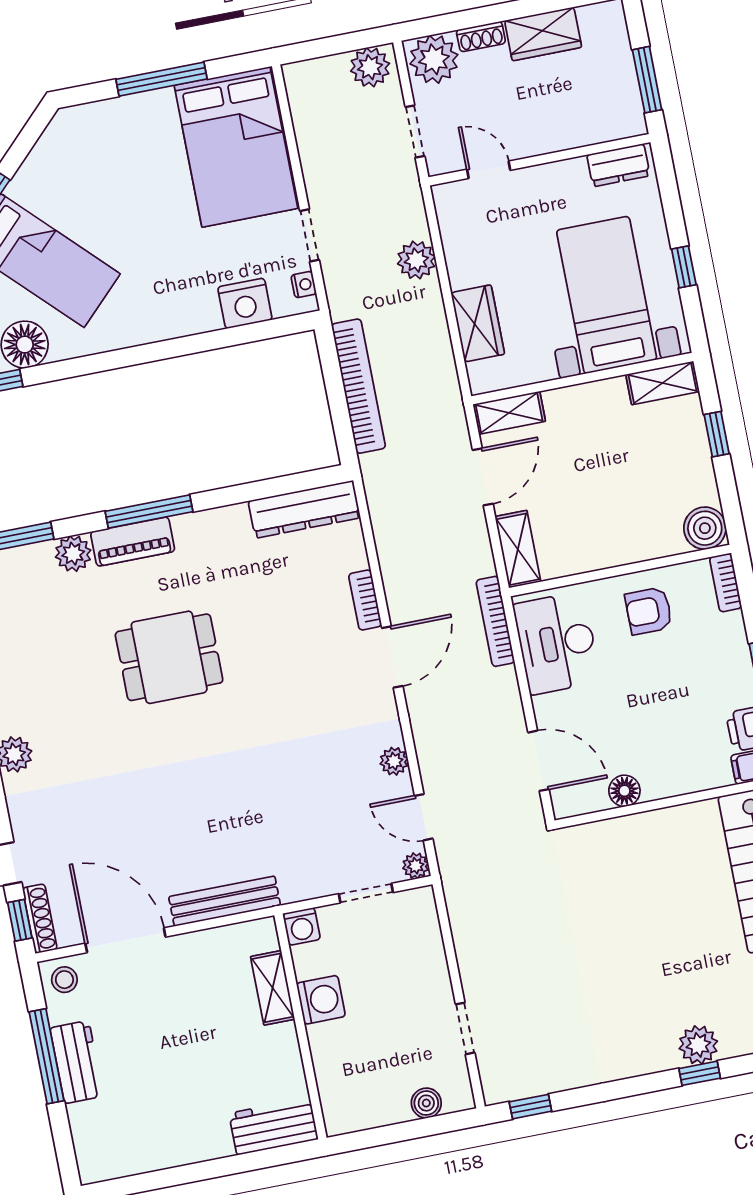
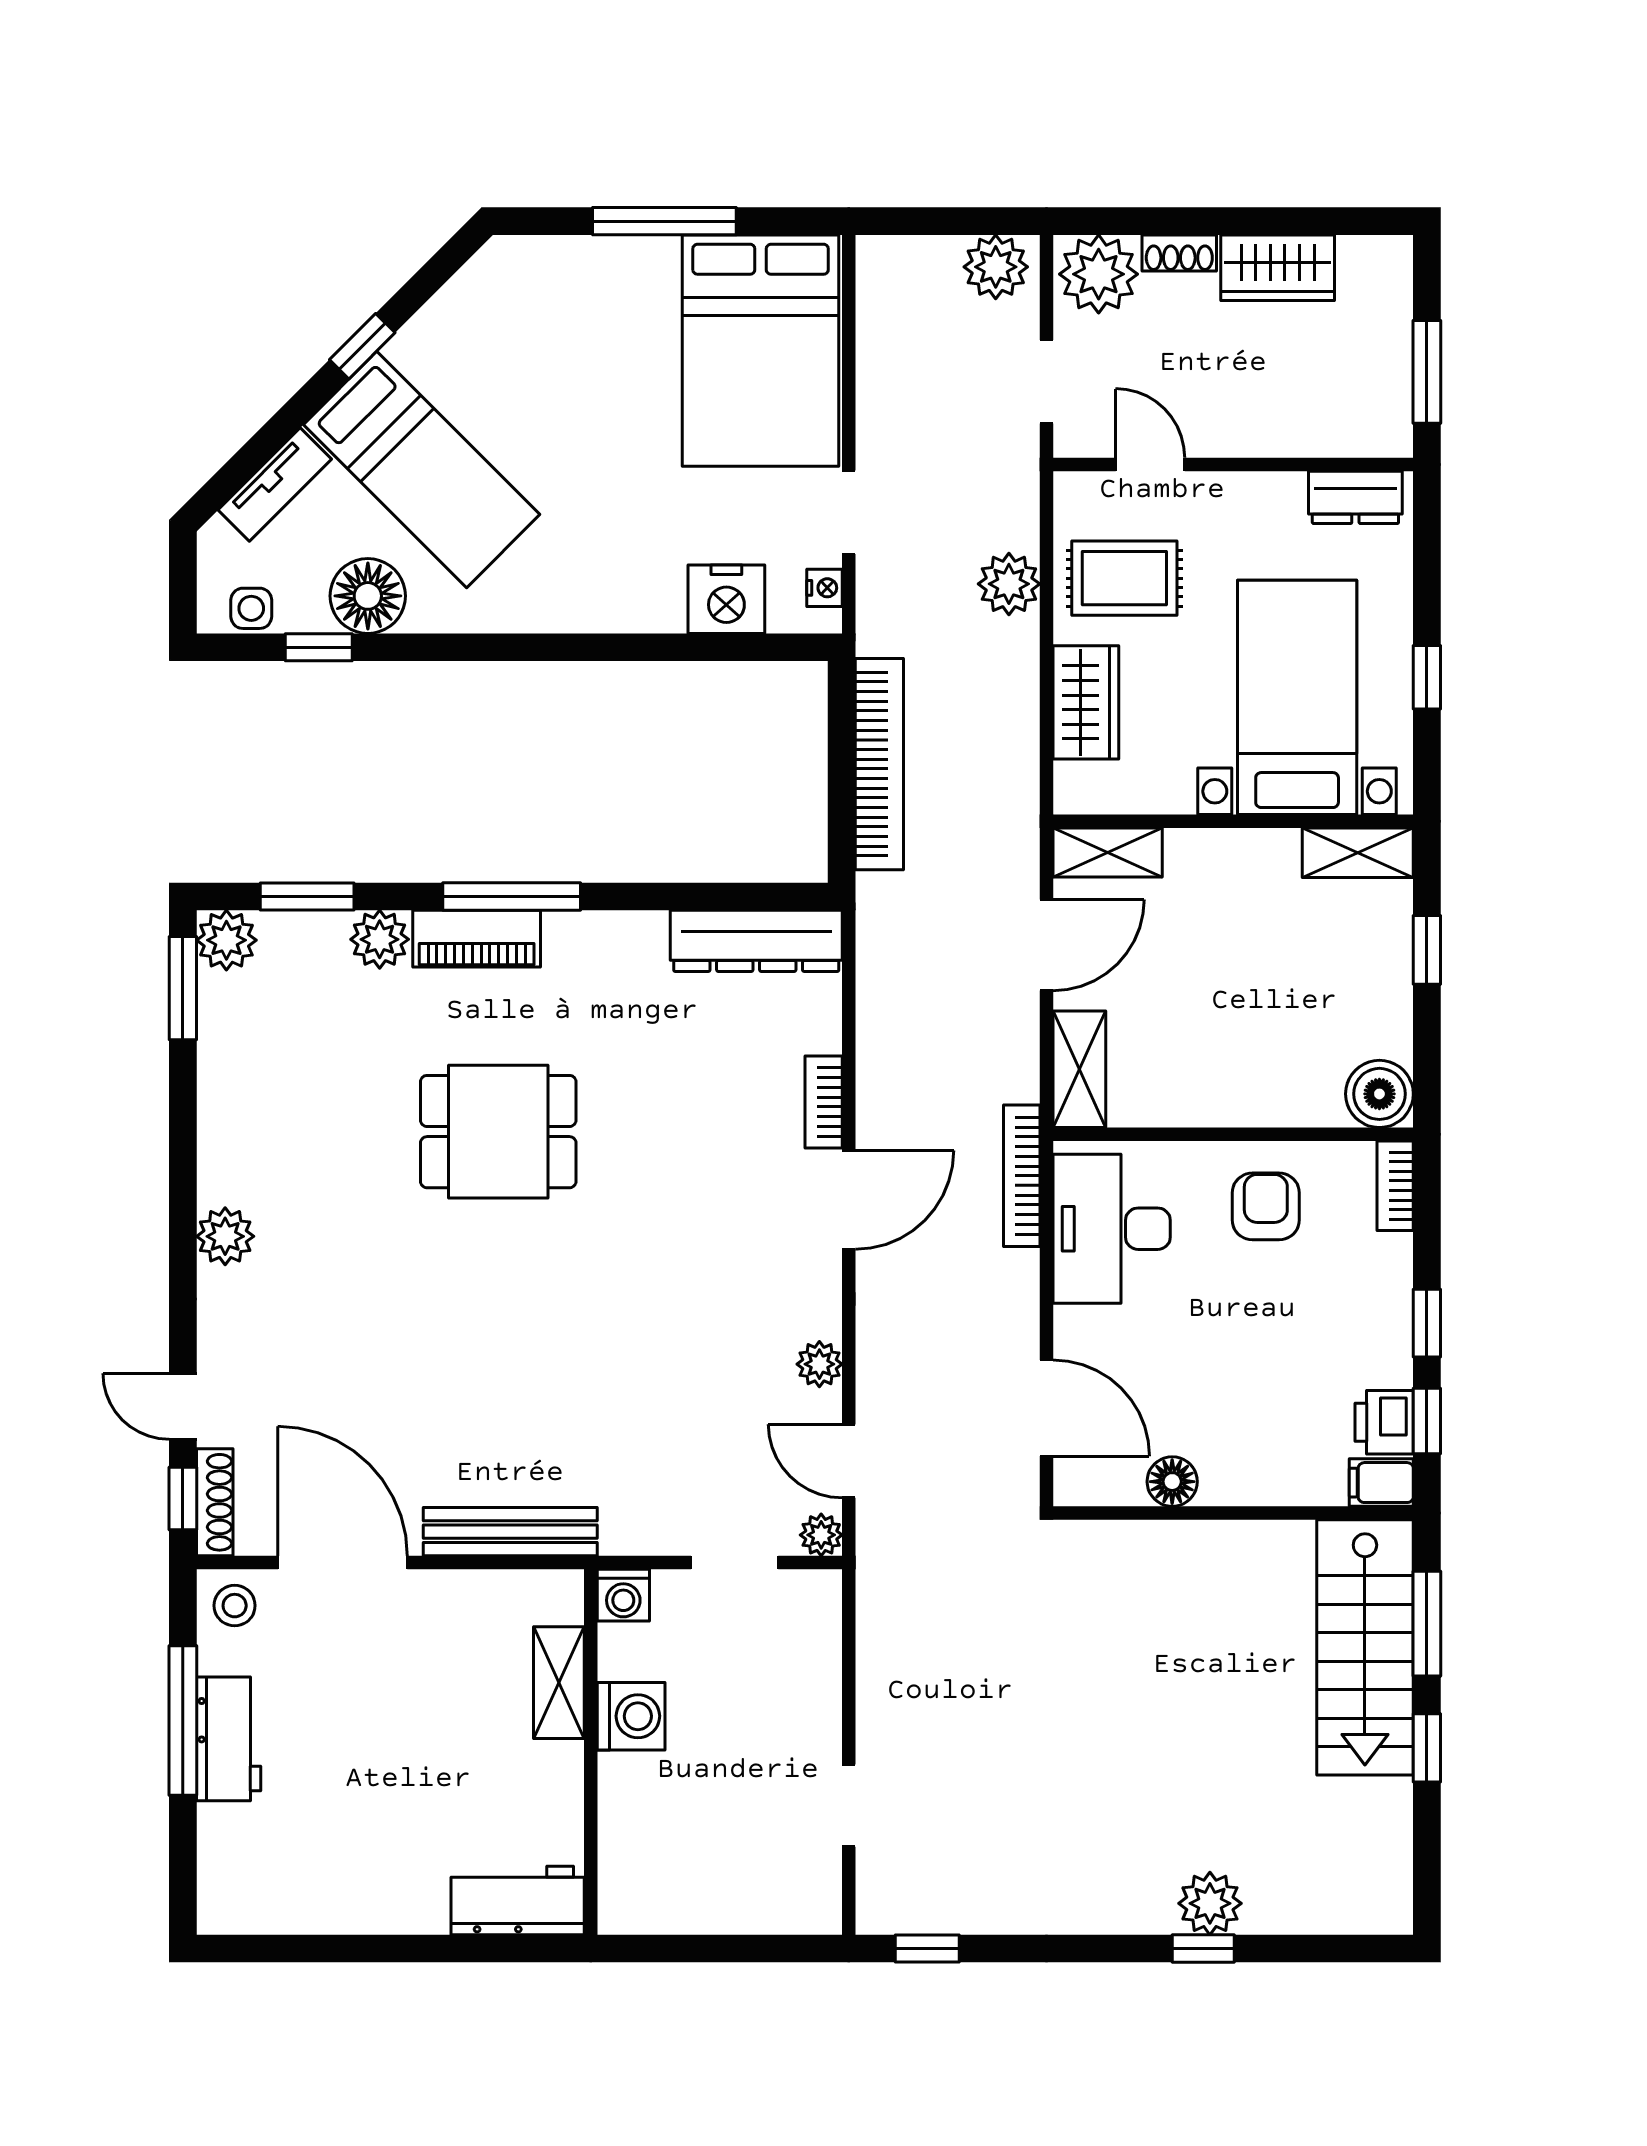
rug: (486, 243) -> (1124, 578), added
armchair: (649, 611) -> (1266, 1206), turned 90
boiler: (426, 1103) -> (765, 1911), removed

